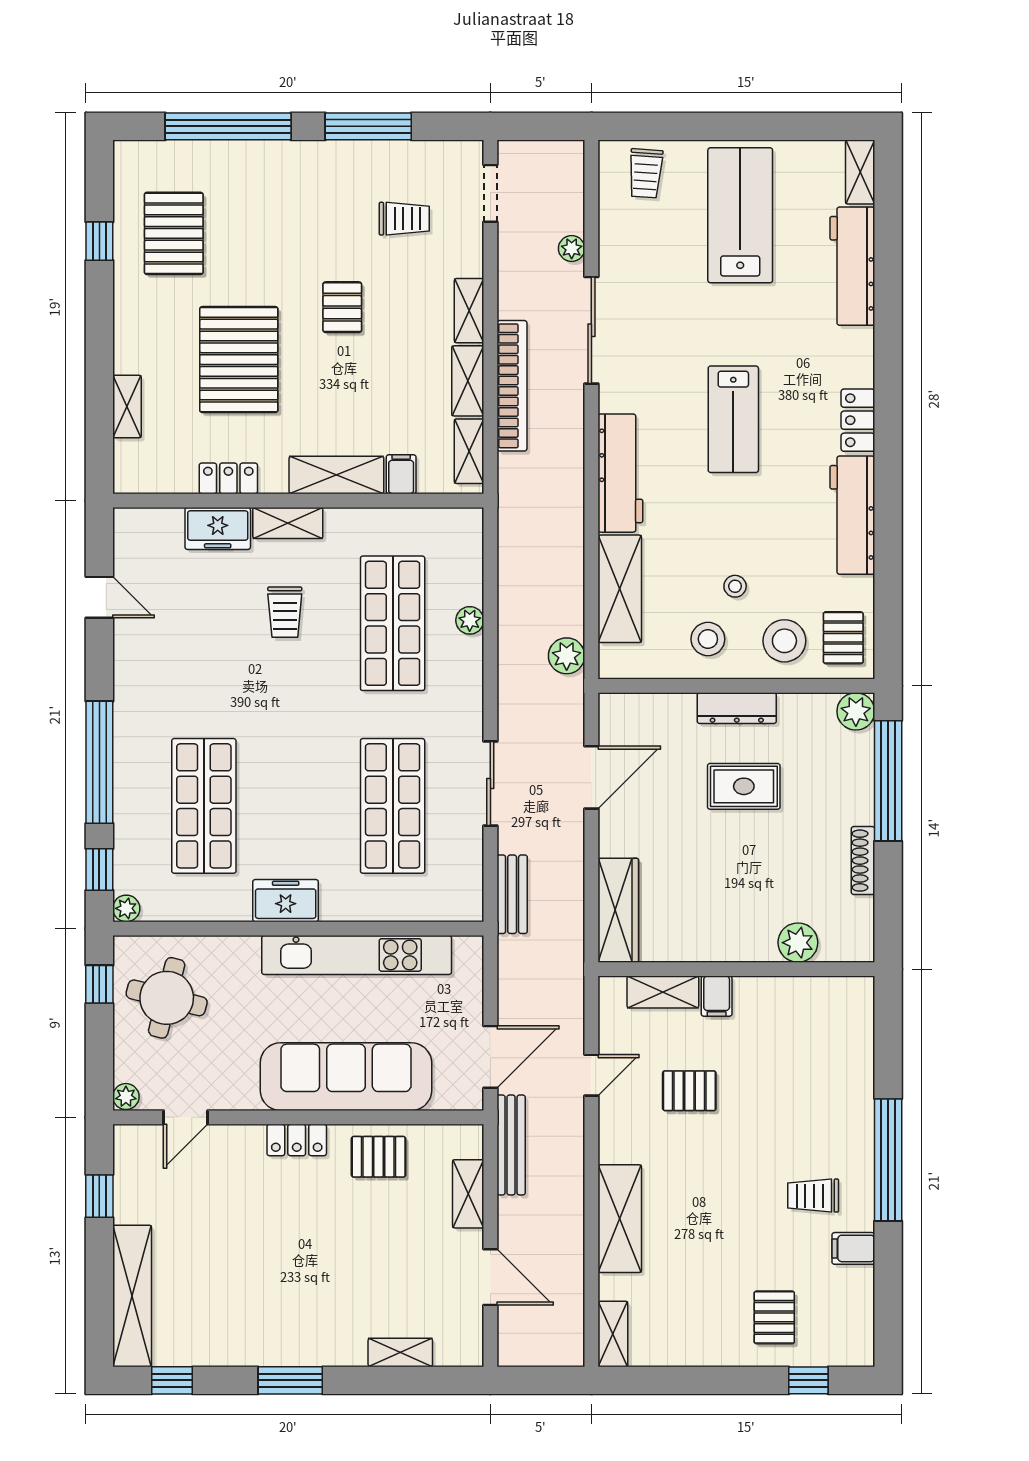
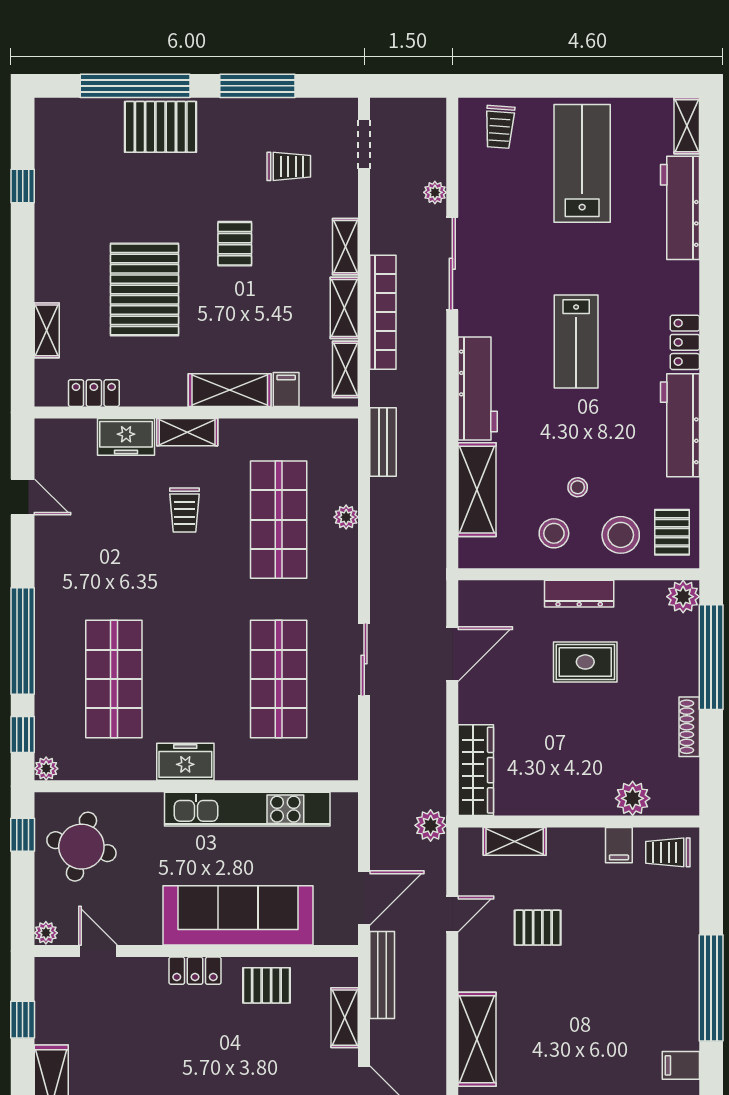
pallet: (174, 233) -> (161, 127), moved, turned 90
locker: (228, 478) -> (94, 393), moved
plant: (567, 656) -> (431, 825), moved
bench: (512, 894) -> (383, 442), moved
filing cabinet: (717, 996) -> (619, 845), moved
door: (186, 1117) -> (98, 951), swing flipped
trolley: (813, 1196) -> (668, 852), moved

